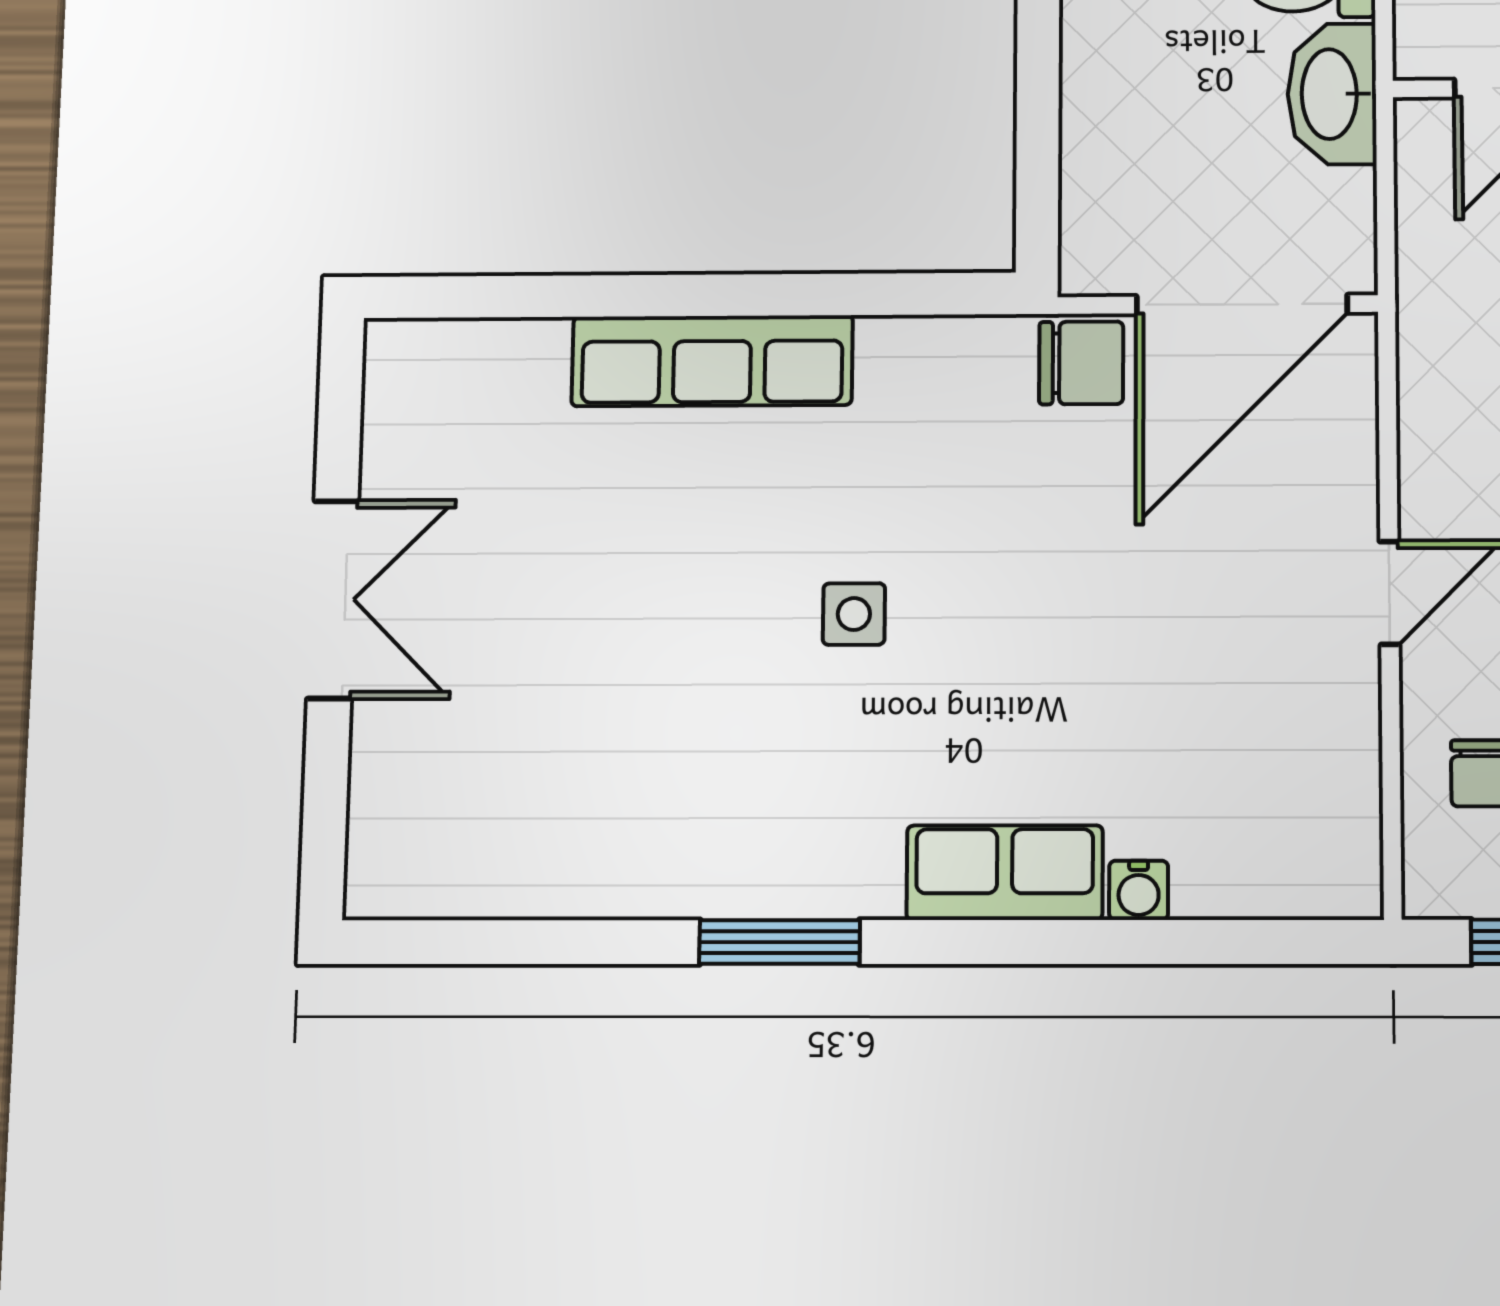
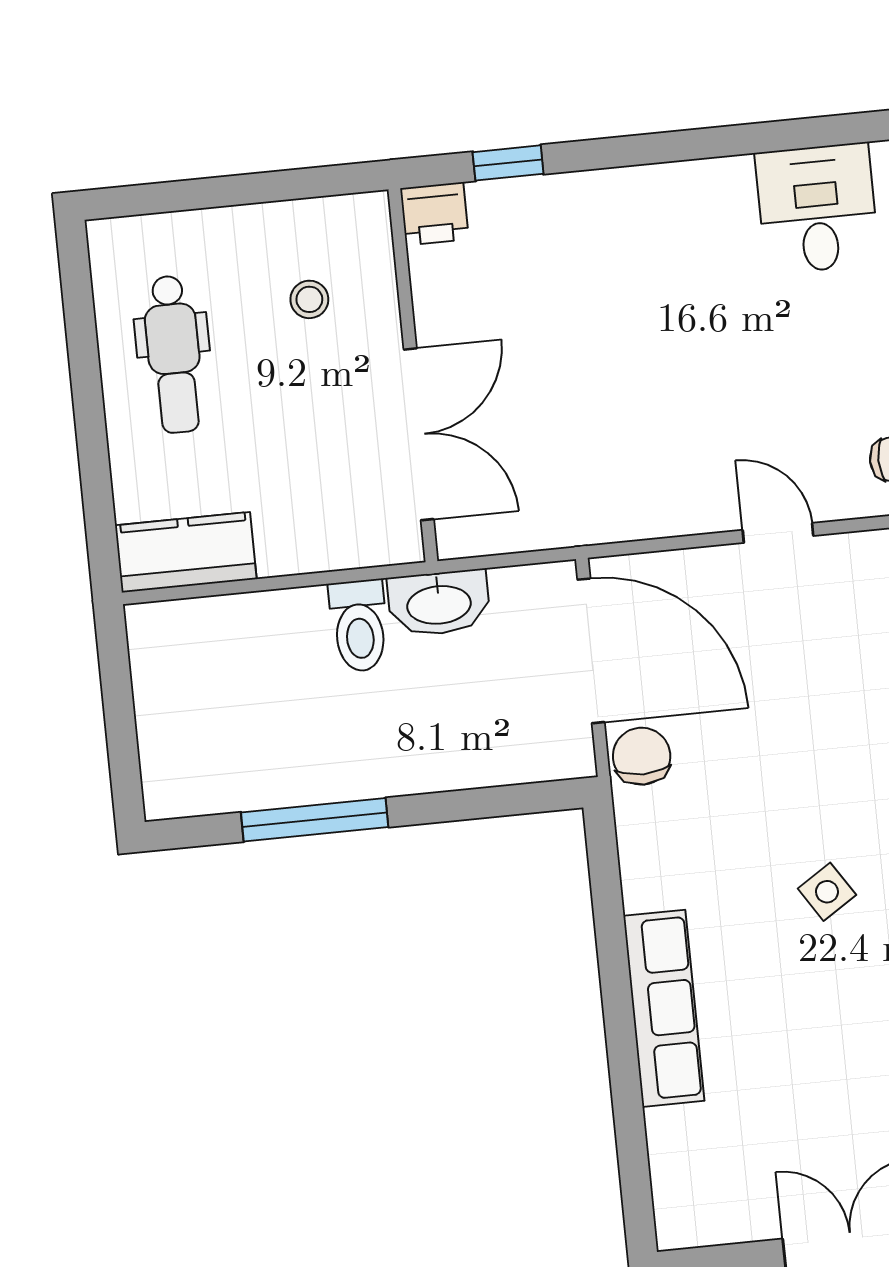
side table: (854, 614) -> (827, 892), turned -33

